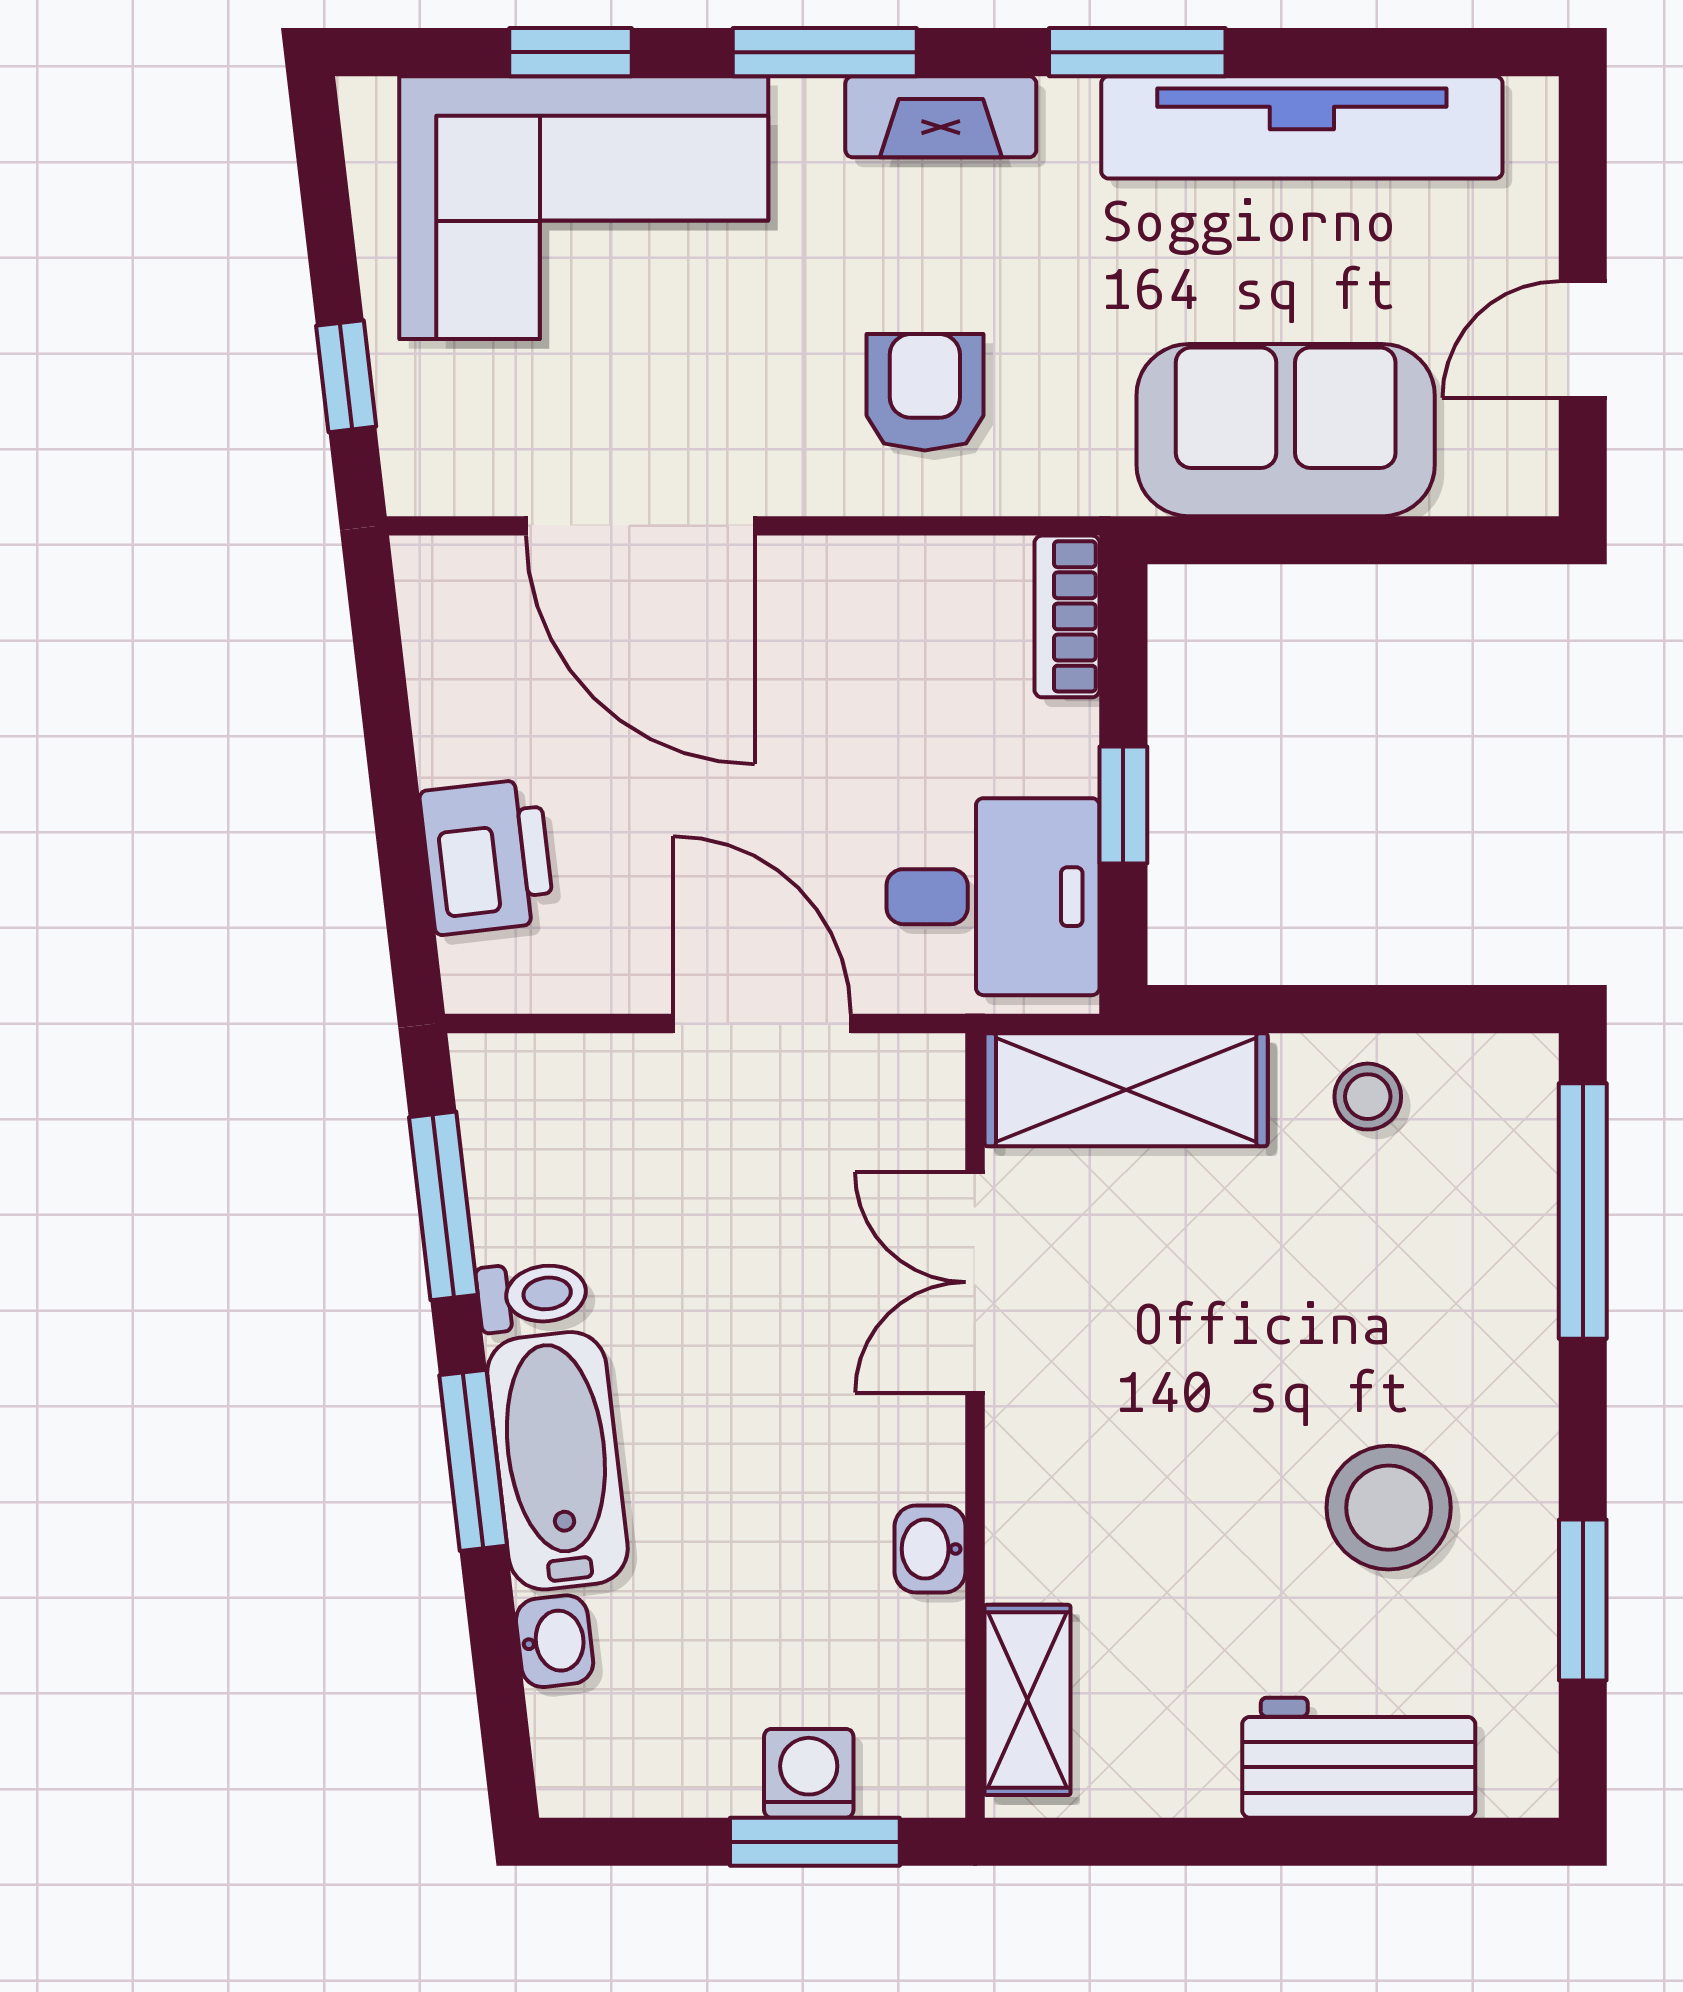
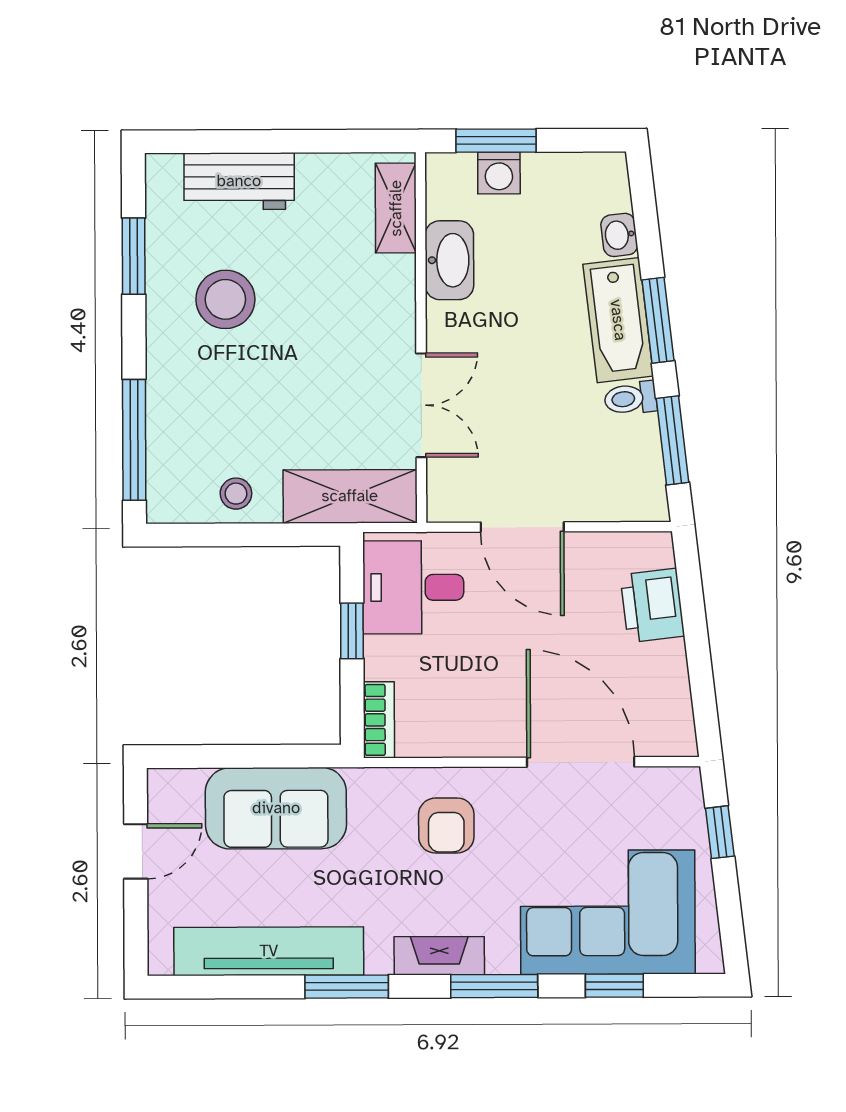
washbasin: (930, 1549) -> (449, 260), width x1.91, depth x1.45

